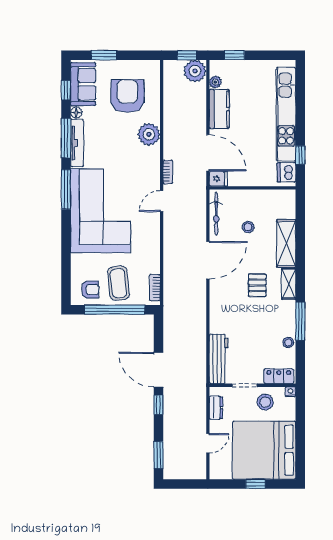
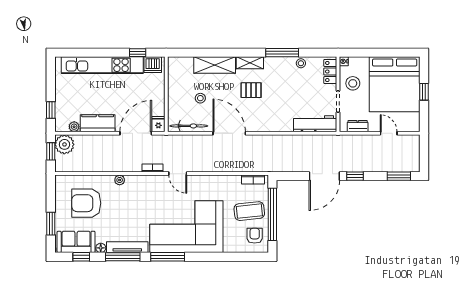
plant: (149, 134) -> (120, 180), width x0.53, depth x0.53

